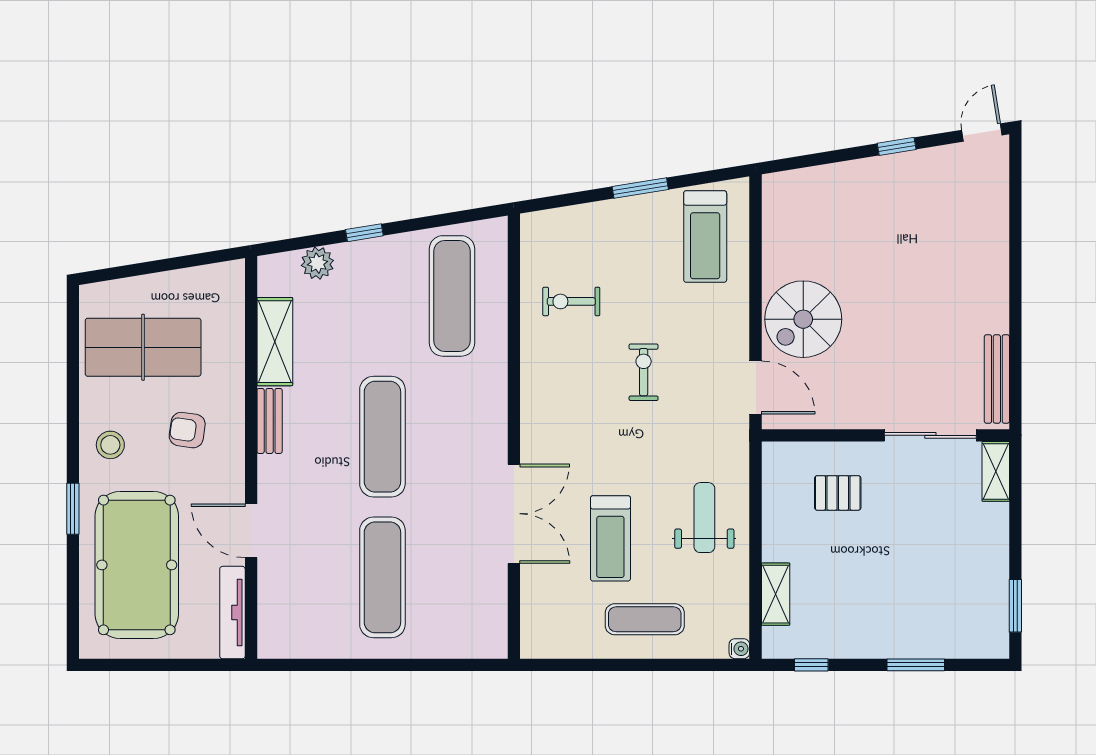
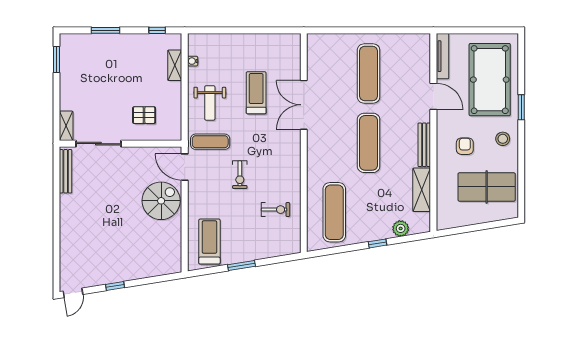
bench: (270, 421) -> (424, 145), width x1.36
armchair: (187, 430) -> (465, 146), turned -98
exercise mat: (645, 619) -> (210, 142), moved
water cooler: (739, 649) -> (193, 61), moved

